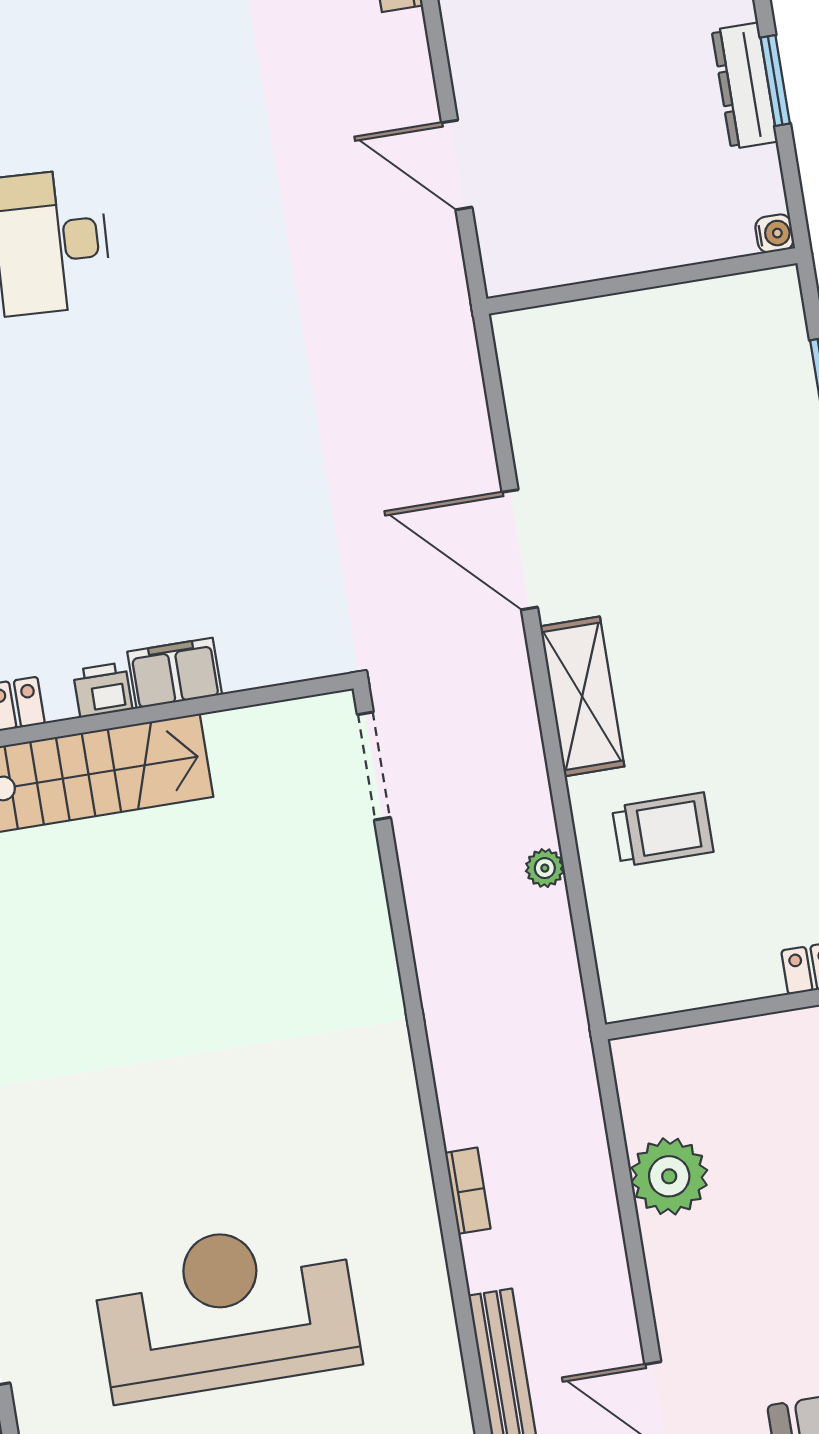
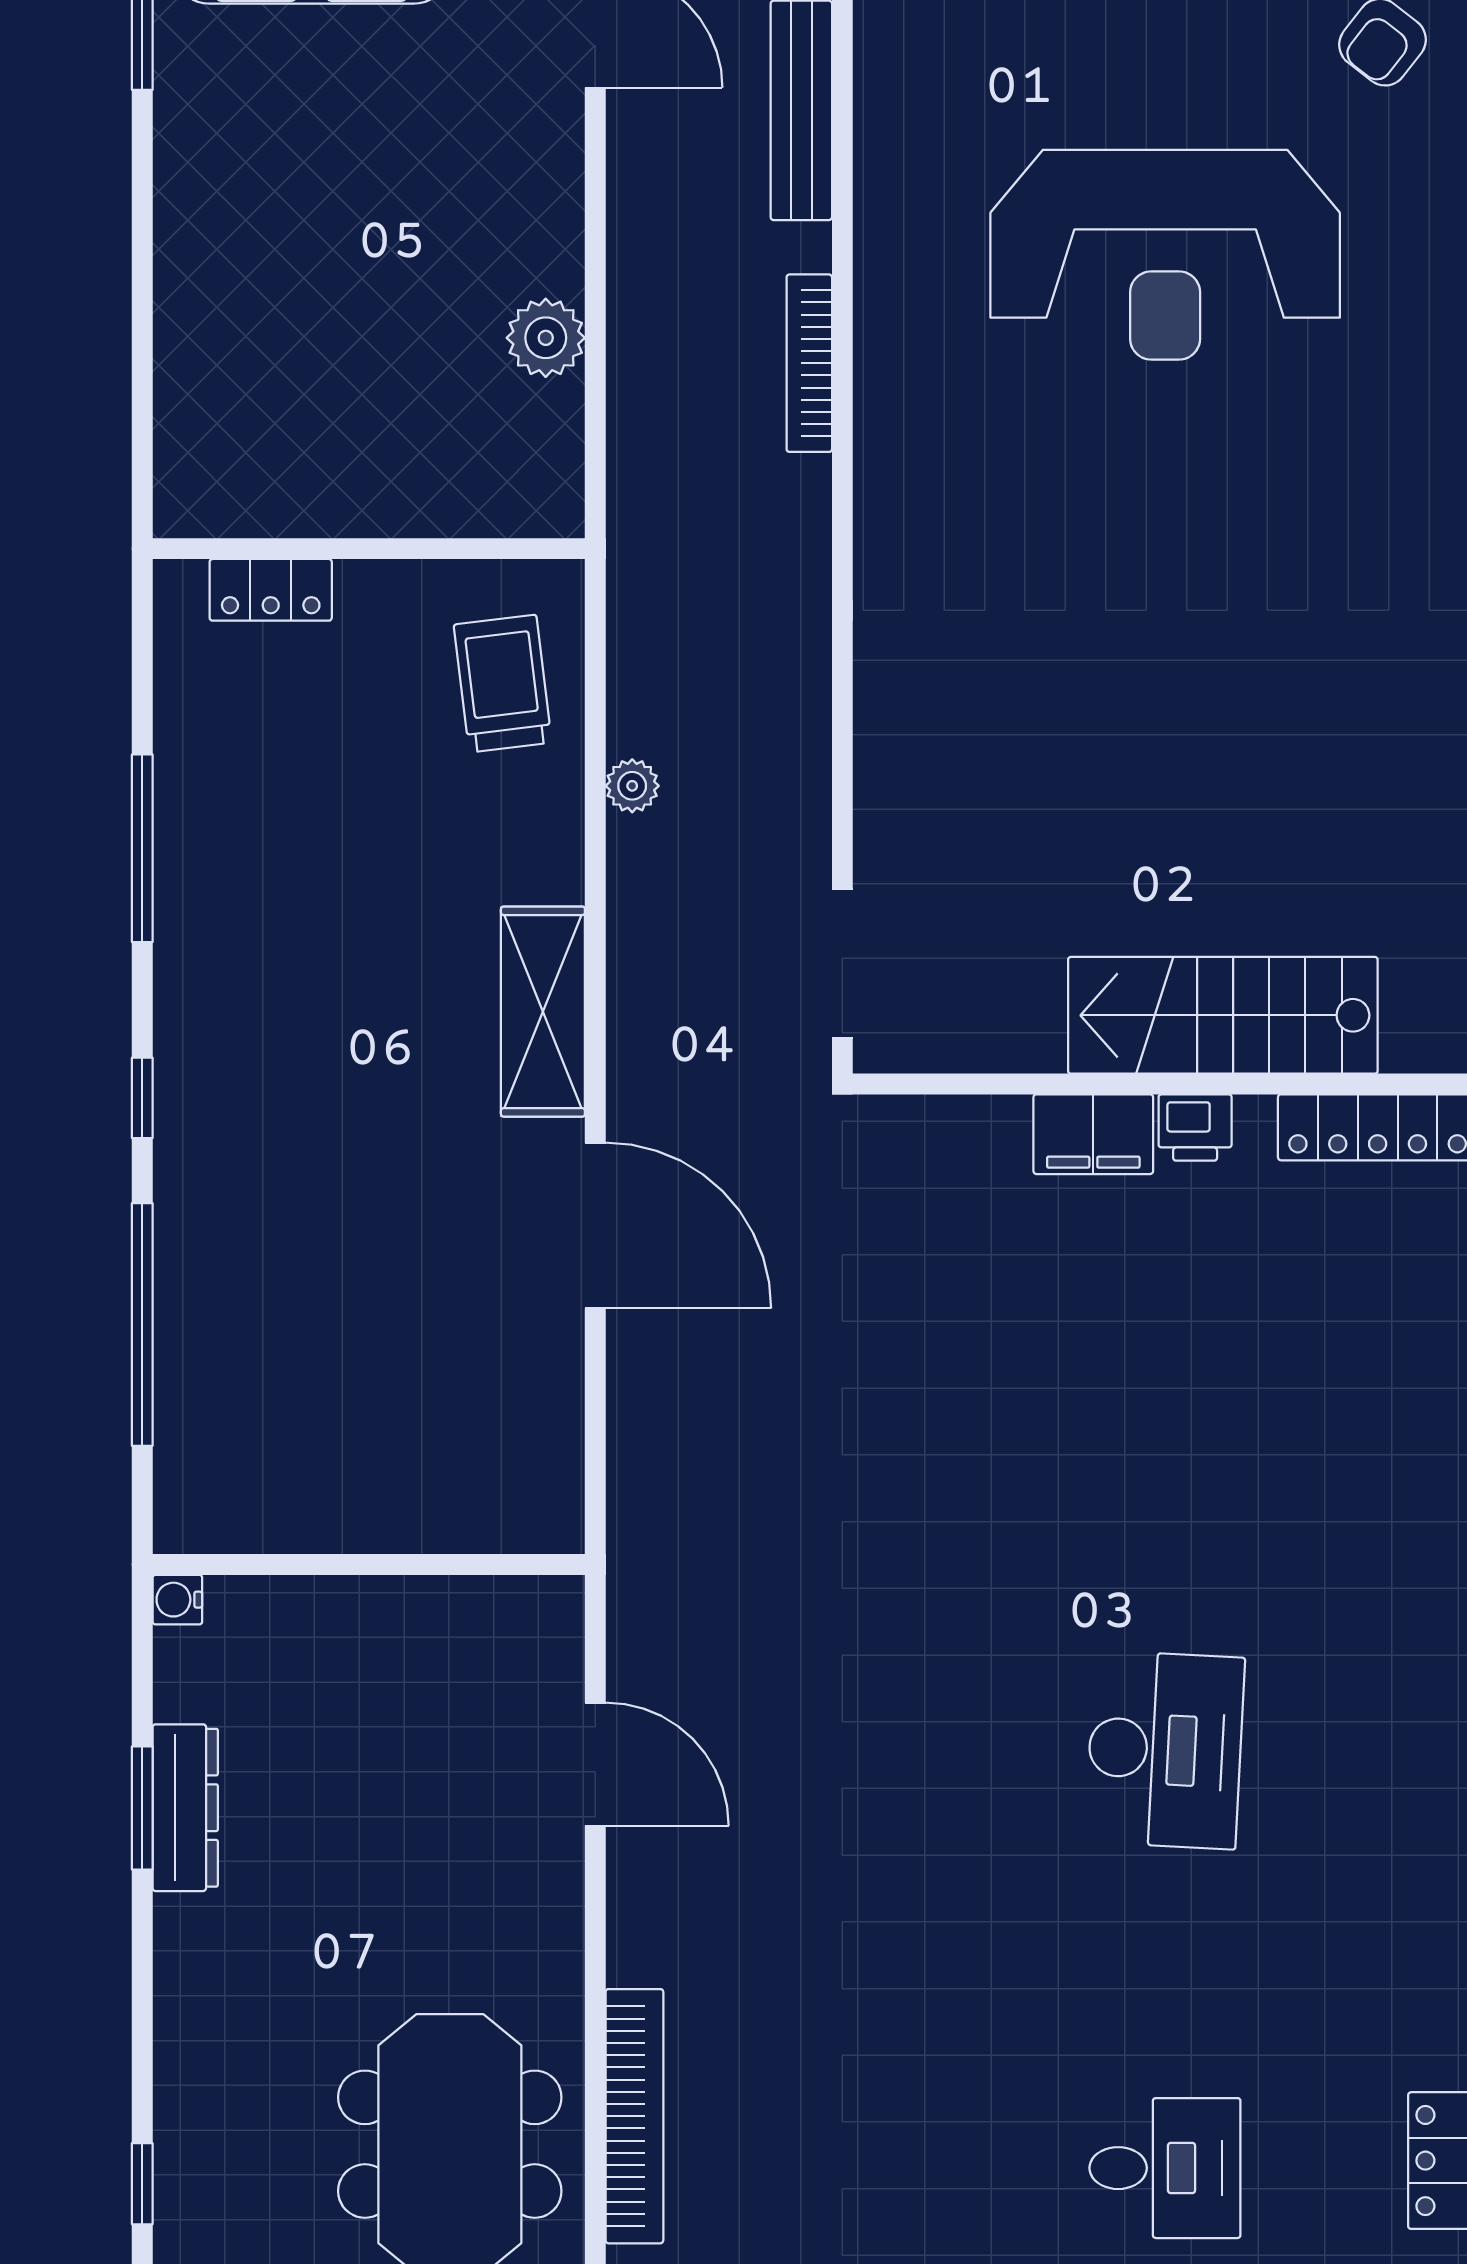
trolley: (663, 830) -> (503, 684), moved, turned 83
plant: (669, 1176) -> (546, 338), width x0.73, depth x0.73
bookcase: (468, 1191) -> (809, 363), width x1.56

